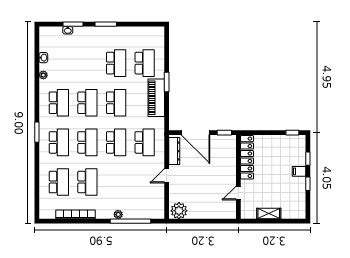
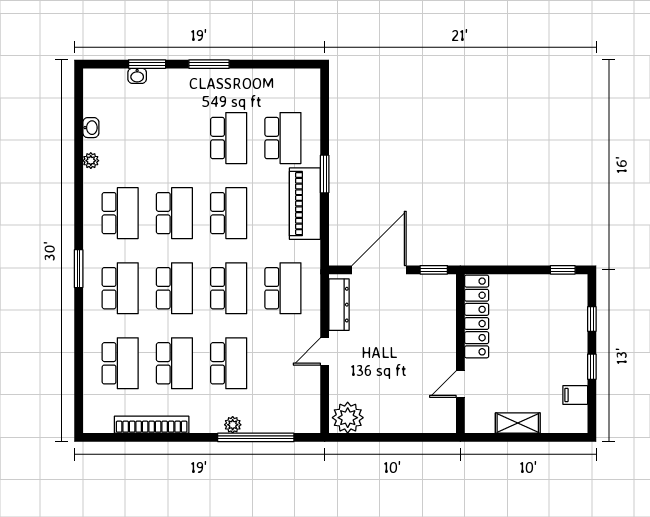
door: (195, 133) -> (379, 270), swing flipped
filing cabinet: (299, 171) -> (575, 395), moved
school desk: (116, 182) -> (229, 363), added

